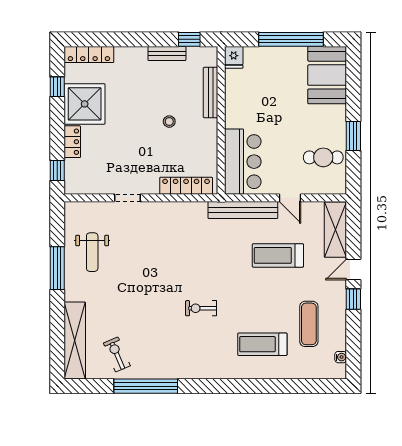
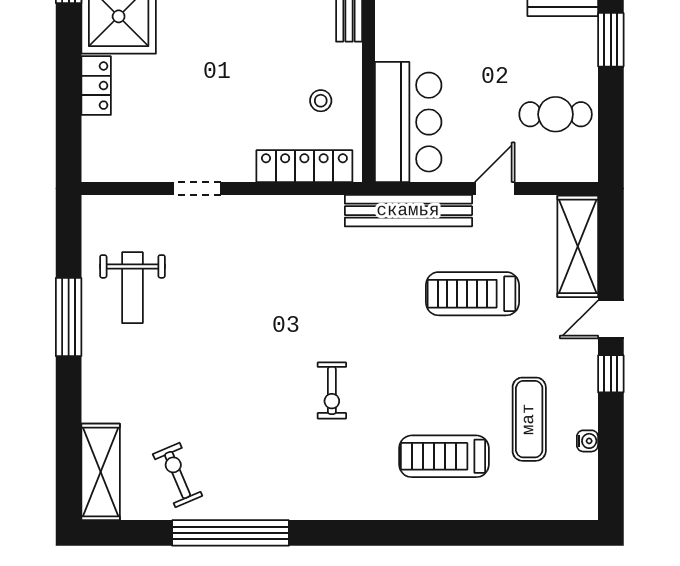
stool: (169, 122) -> (321, 101), moved
window: (353, 136) -> (611, 40), moved
window: (57, 171) -> (69, 138), removed
door: (290, 198) -> (495, 188), swing flipped
exercise bike: (201, 308) -> (332, 390), turned -90
shelving: (75, 340) -> (101, 472), width x0.68
water cooler: (341, 357) -> (587, 441), moved

